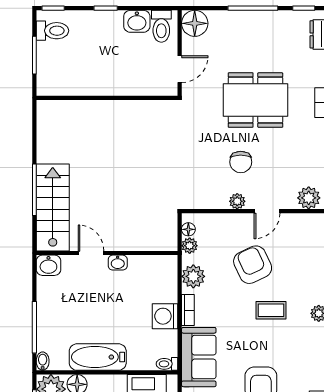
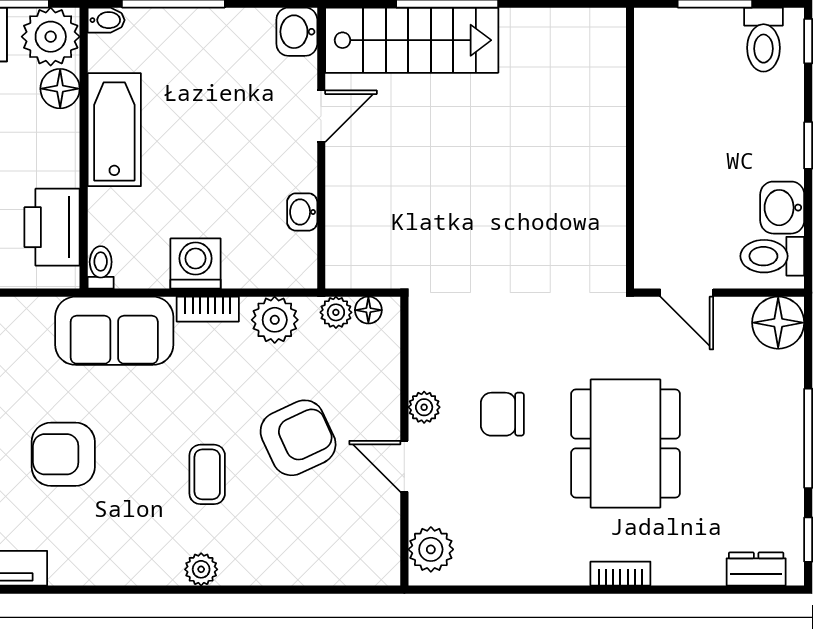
washbasin: (118, 263) -> (302, 212), moved

